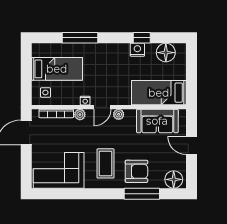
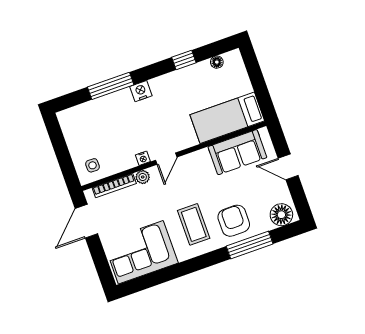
nightstand: (137, 50) -> (141, 91), moved
floor lamp: (166, 53) -> (217, 62), width x0.53, depth x0.53
bed: (57, 69) -> (96, 133), removed
plant: (119, 114) -> (189, 161), removed
armchair: (136, 171) -> (234, 221), turned -90

